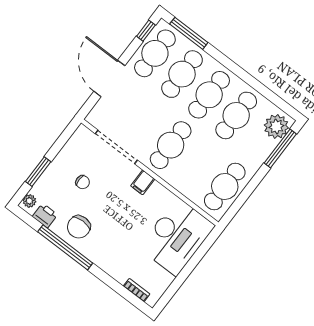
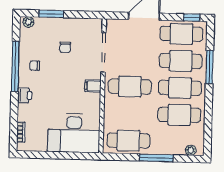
window: (189, 33) -> (210, 67), moved
plant: (276, 126) -> (191, 150), width x0.53, depth x0.53
window: (280, 148) -> (156, 158), moved
printer: (45, 216) -> (25, 95), moved
chair: (79, 227) -> (35, 66), width x0.54, depth x0.54

